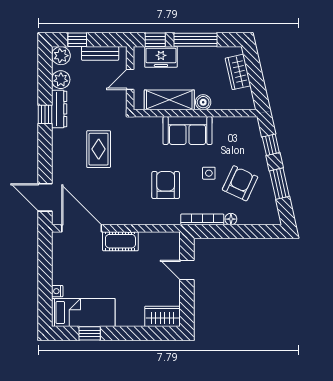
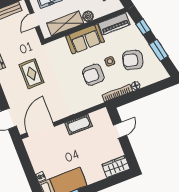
piano: (234, 126) -> (114, 24), added
armchair: (240, 183) -> (133, 60), turned -100
armchair: (166, 185) -> (93, 75), moved, turned -90
door: (82, 228) -> (41, 130), hinge flipped
cot: (120, 241) -> (79, 125), moved
door: (187, 270) -> (120, 130), swing flipped

